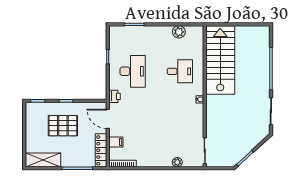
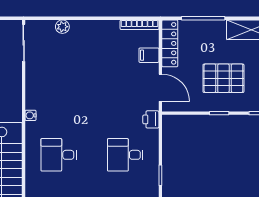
desk: (133, 71) -> (125, 155), width x0.73

